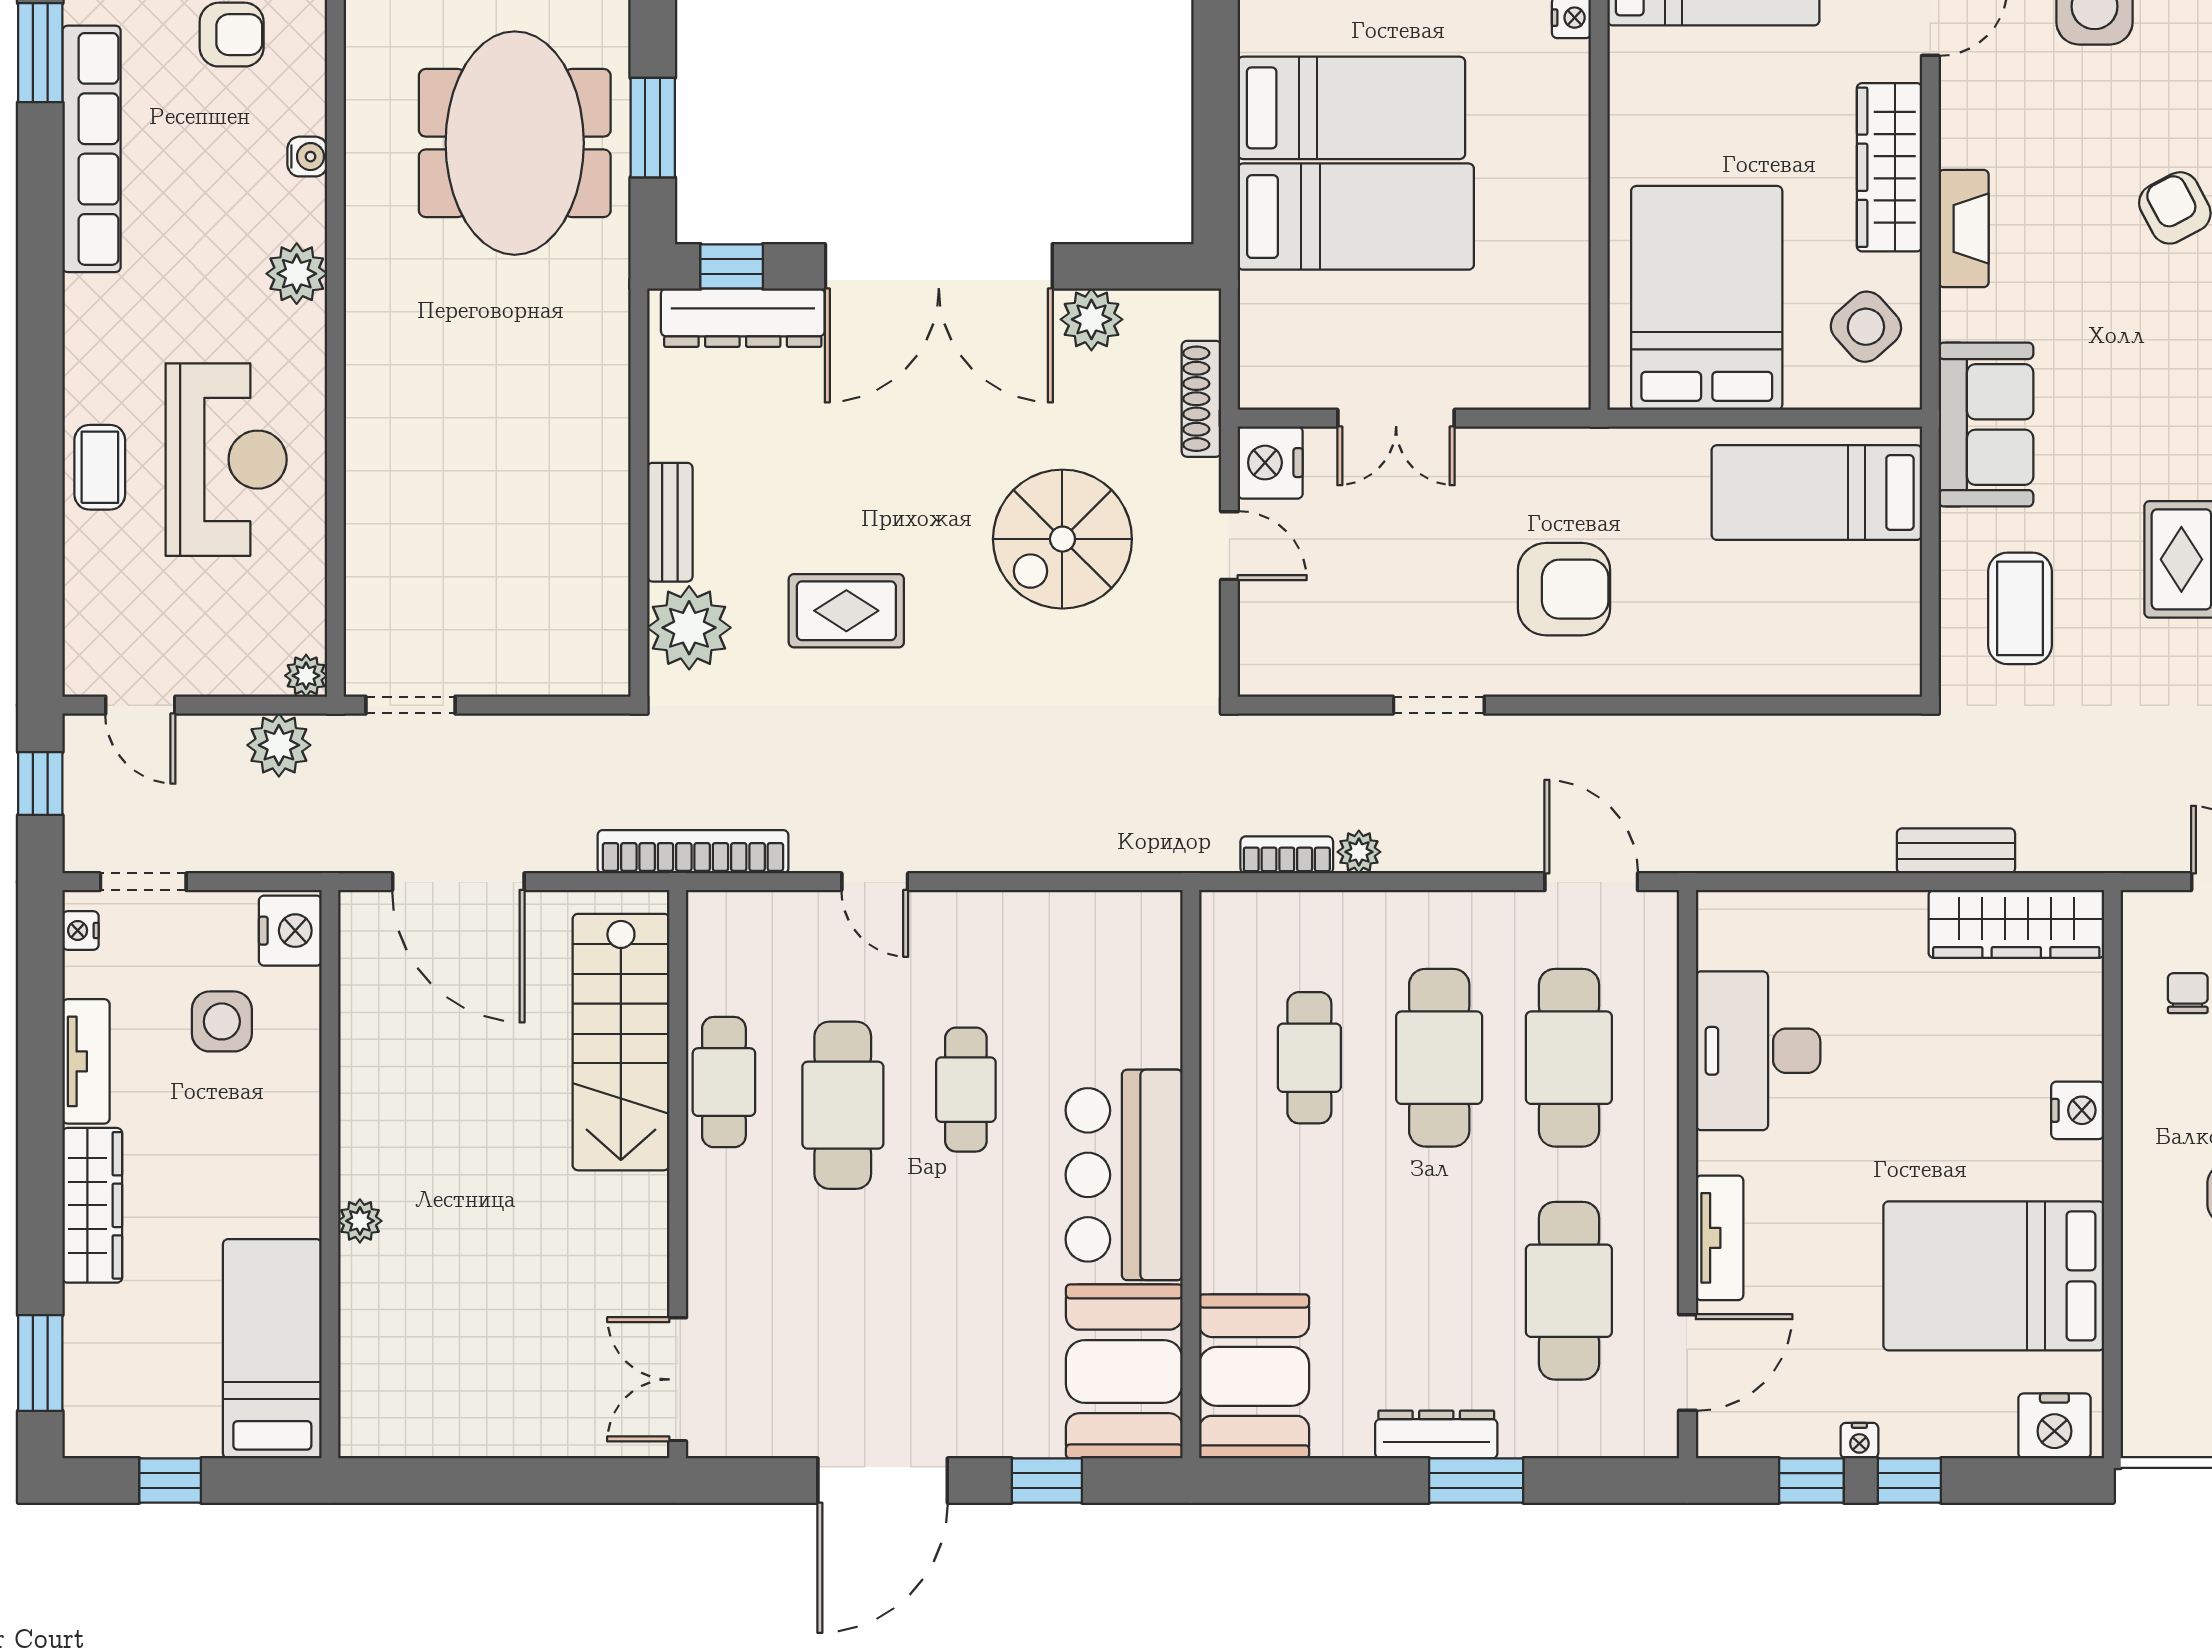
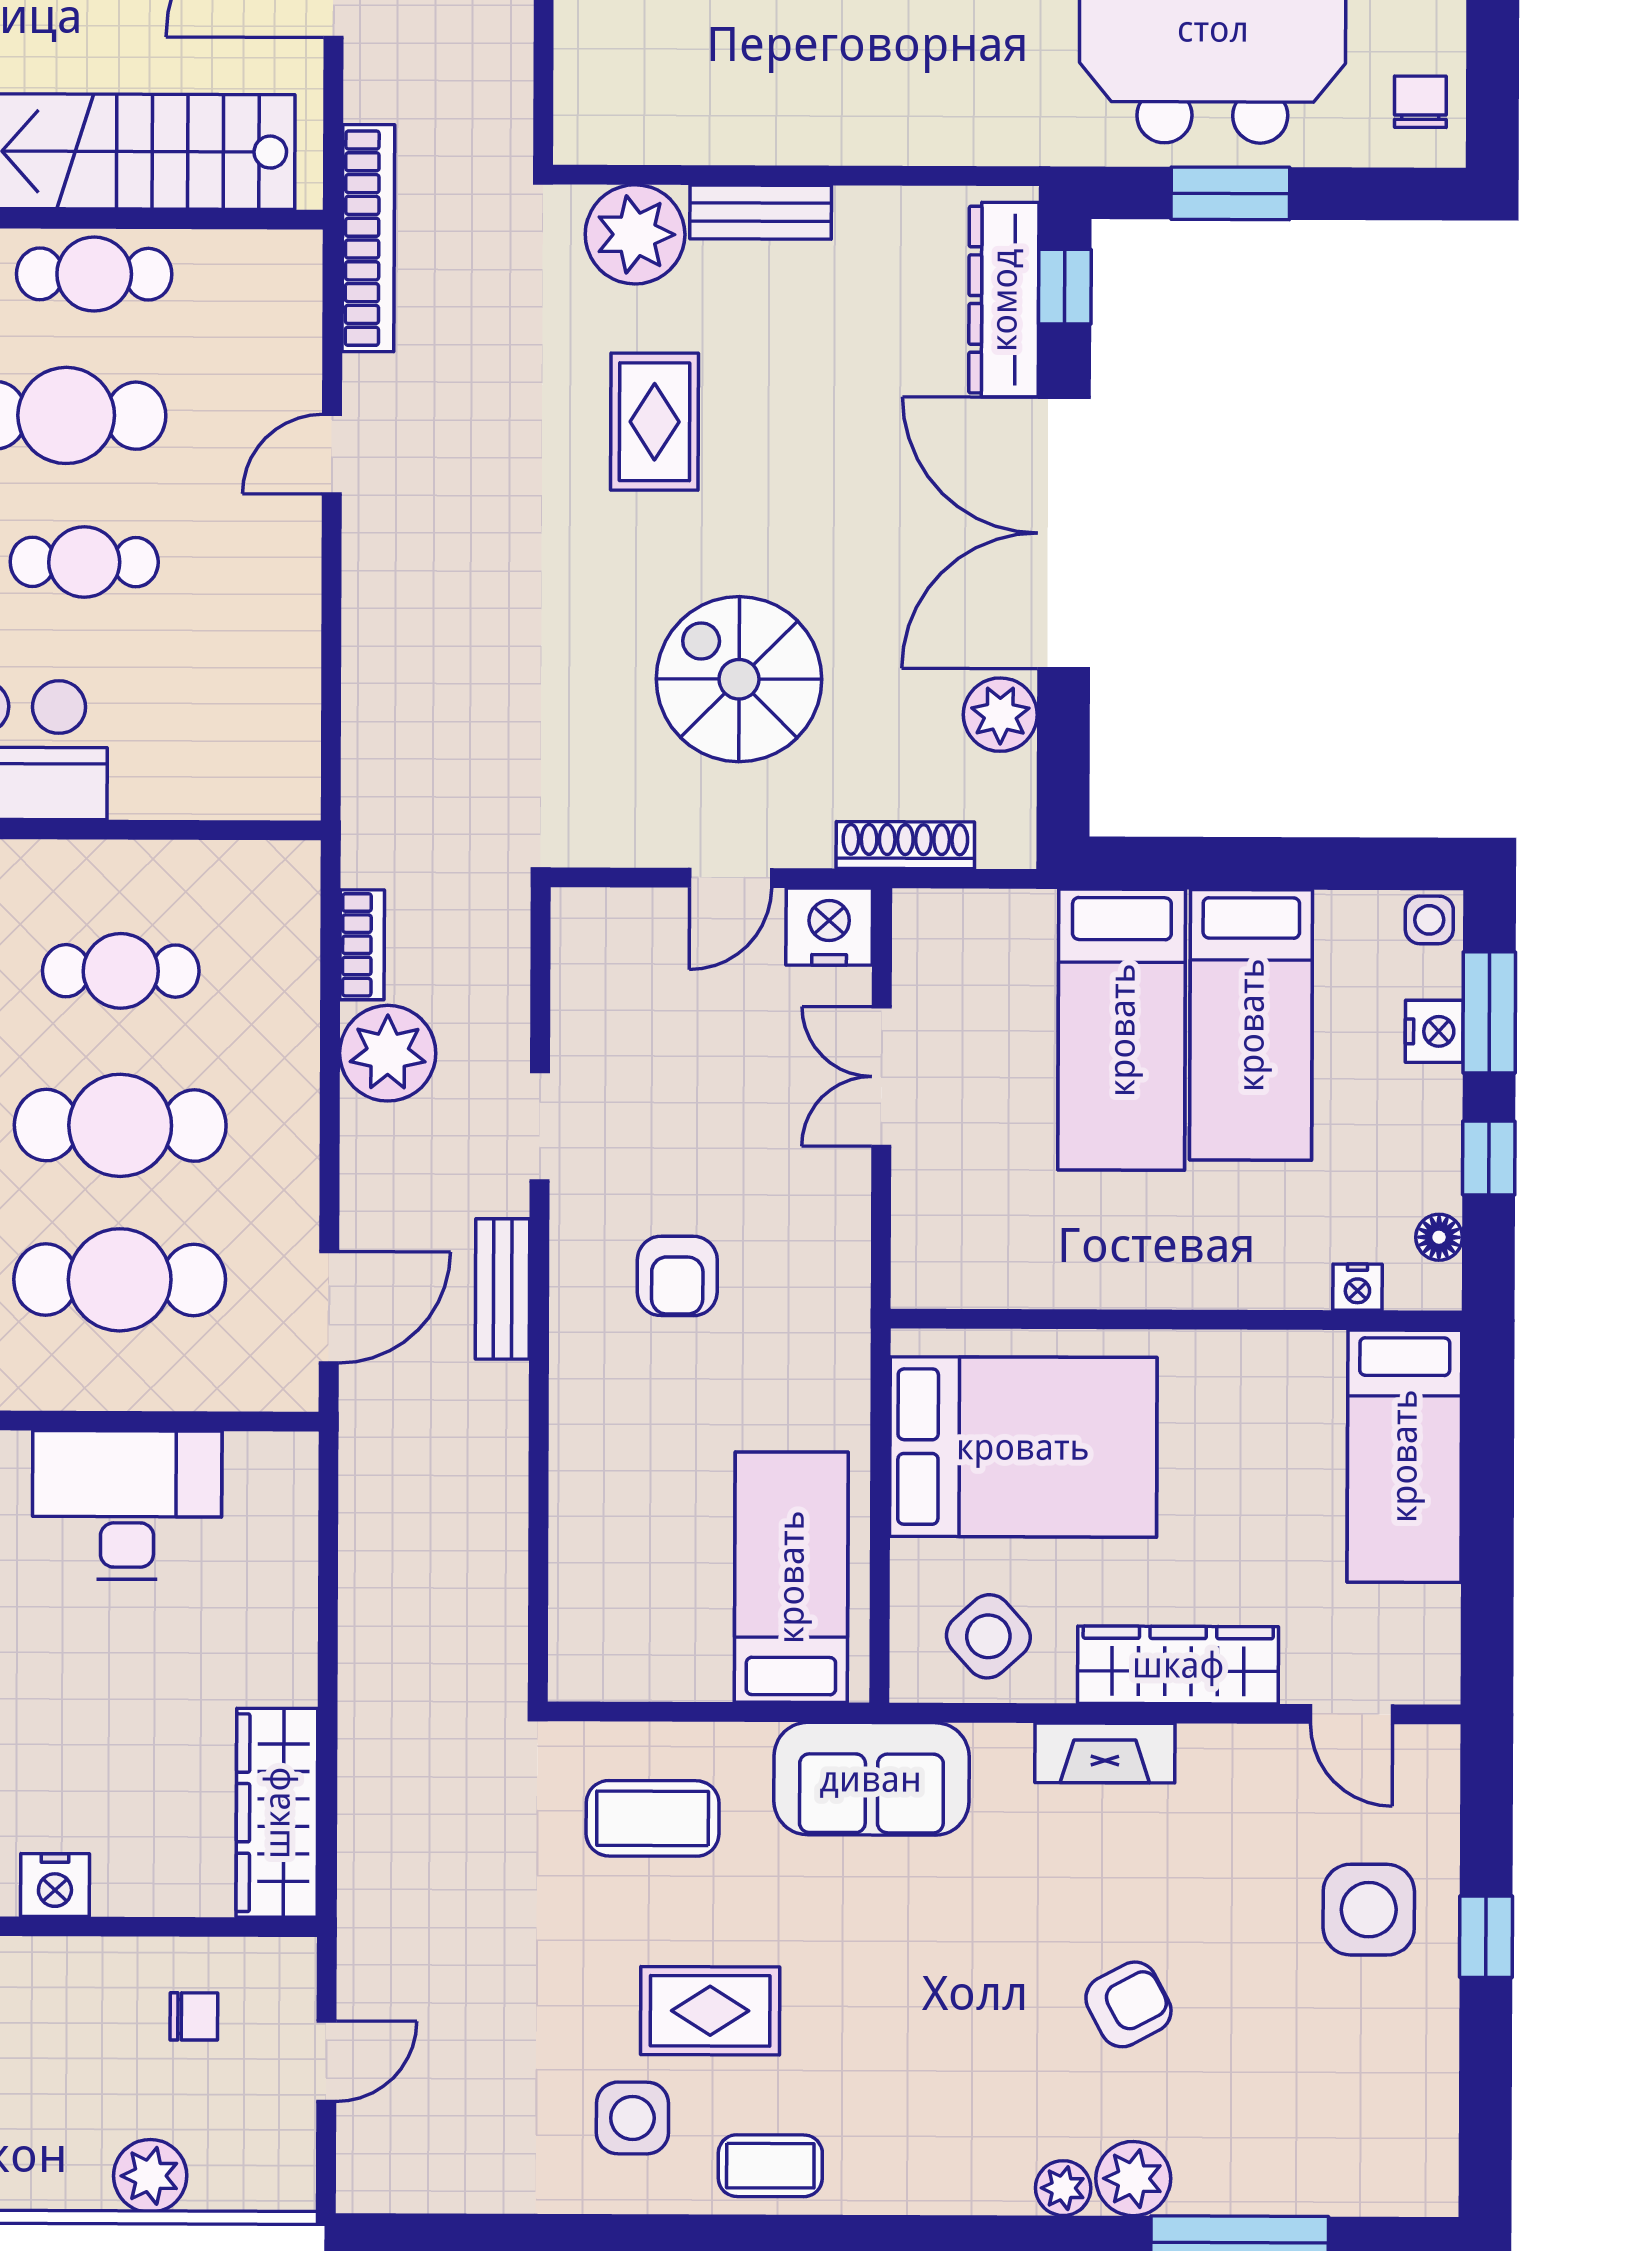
armchair: (1564, 589) -> (677, 1276), width x0.72, depth x0.72
bench: (1956, 851) -> (503, 1289), moved
plant: (1359, 852) -> (388, 1053), width x1.87, depth x1.87

